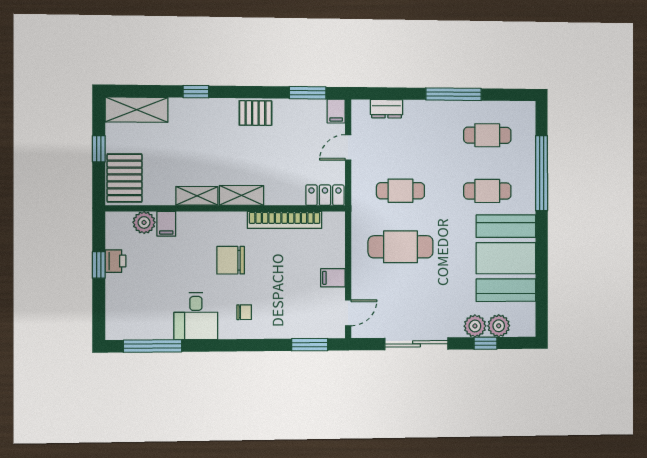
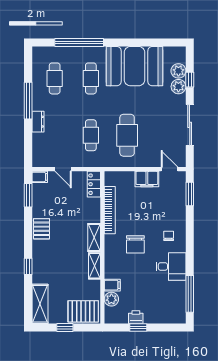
dresser: (386, 109) -> (38, 122), moved
filing cabinet: (333, 278) -> (147, 179), width x2.00

